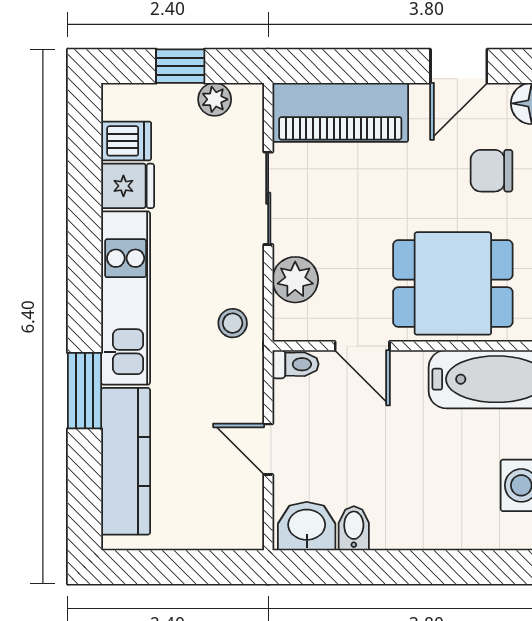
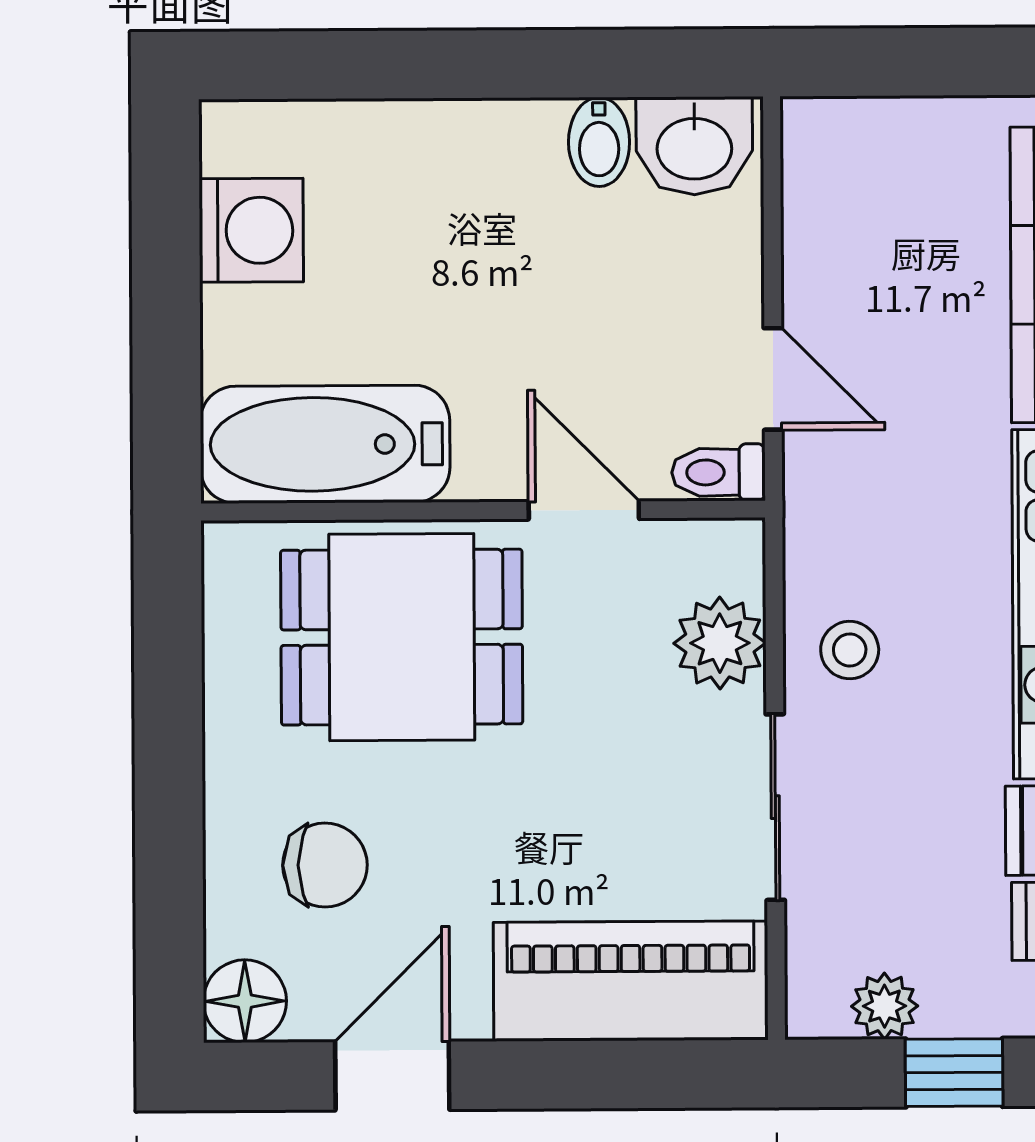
stool: (233, 323) -> (850, 650), moved
door: (268, 449) -> (773, 379), moved

